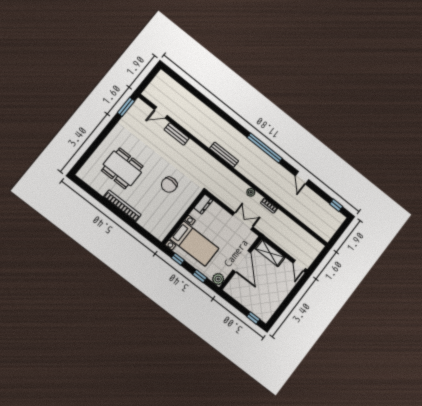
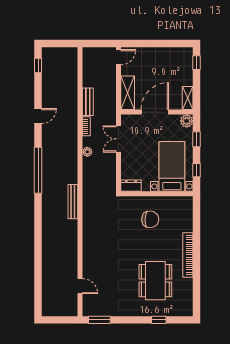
bench: (177, 134) -> (88, 102), moved
window: (92, 149) -> (159, 320), added
chair: (169, 185) -> (150, 219), moved
shelving: (234, 292) -> (188, 98), added

